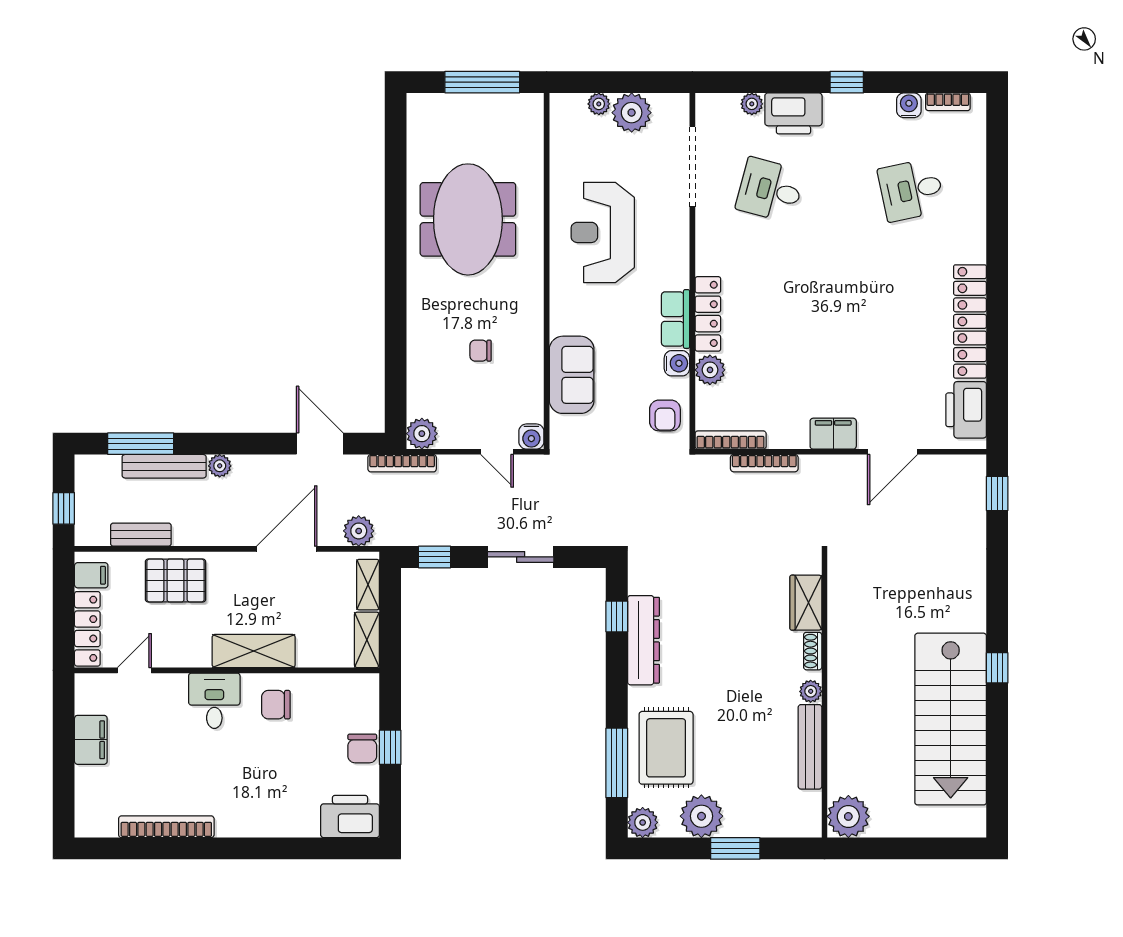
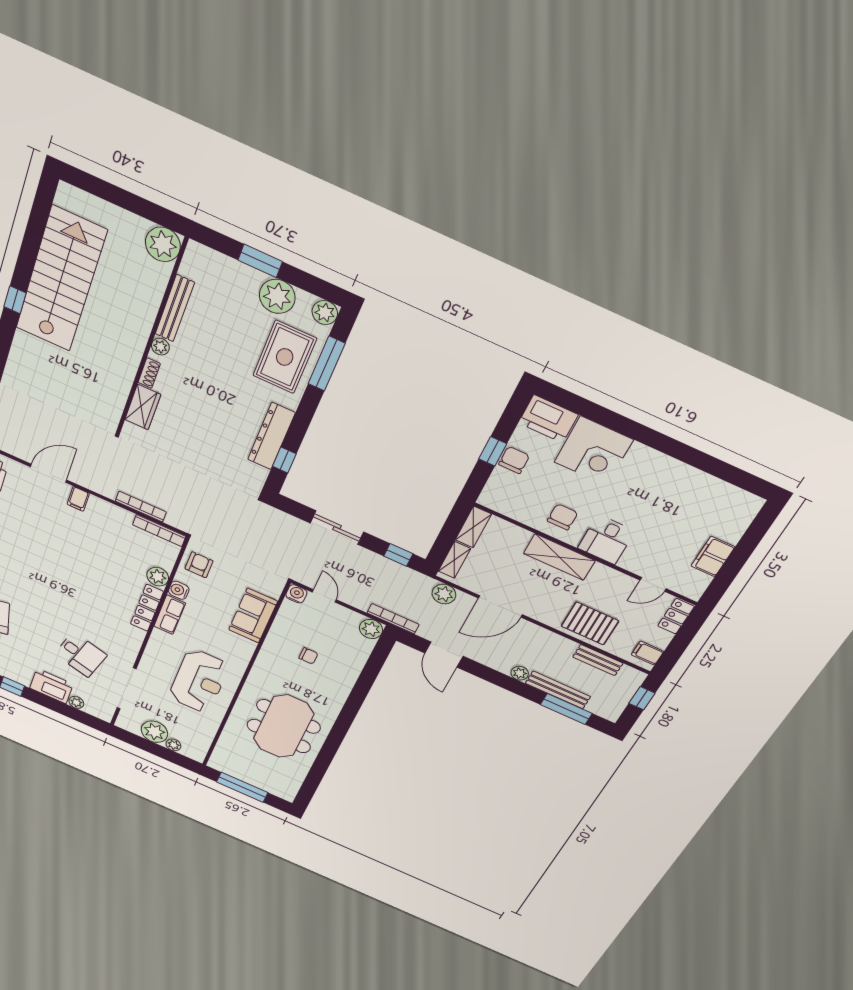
filing cabinet: (833, 434) -> (78, 499), width x0.50
locker: (87, 629) -> (676, 616), width x0.66
chair: (276, 705) -> (562, 517), turned -90
corner desk: (284, 803) -> (594, 451), added
bookcase: (166, 827) -> (692, 475), removed

